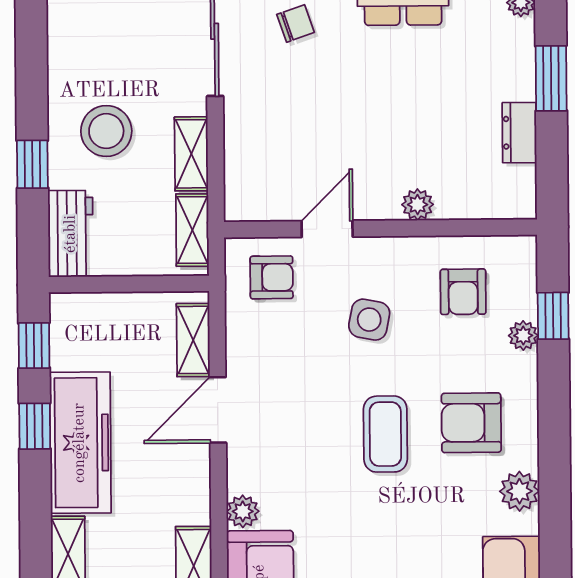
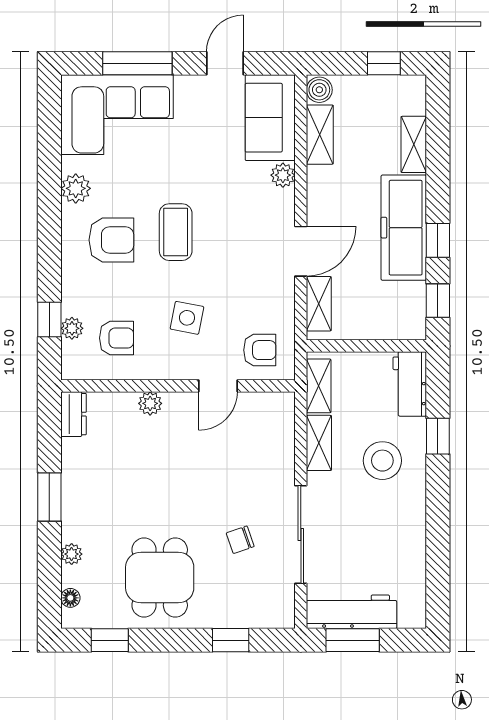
dresser: (519, 133) -> (73, 414), moved
armchair: (272, 277) -> (260, 350), turned 180
armchair: (463, 292) -> (117, 338), turned 90
plant: (523, 336) -> (72, 328), moved

